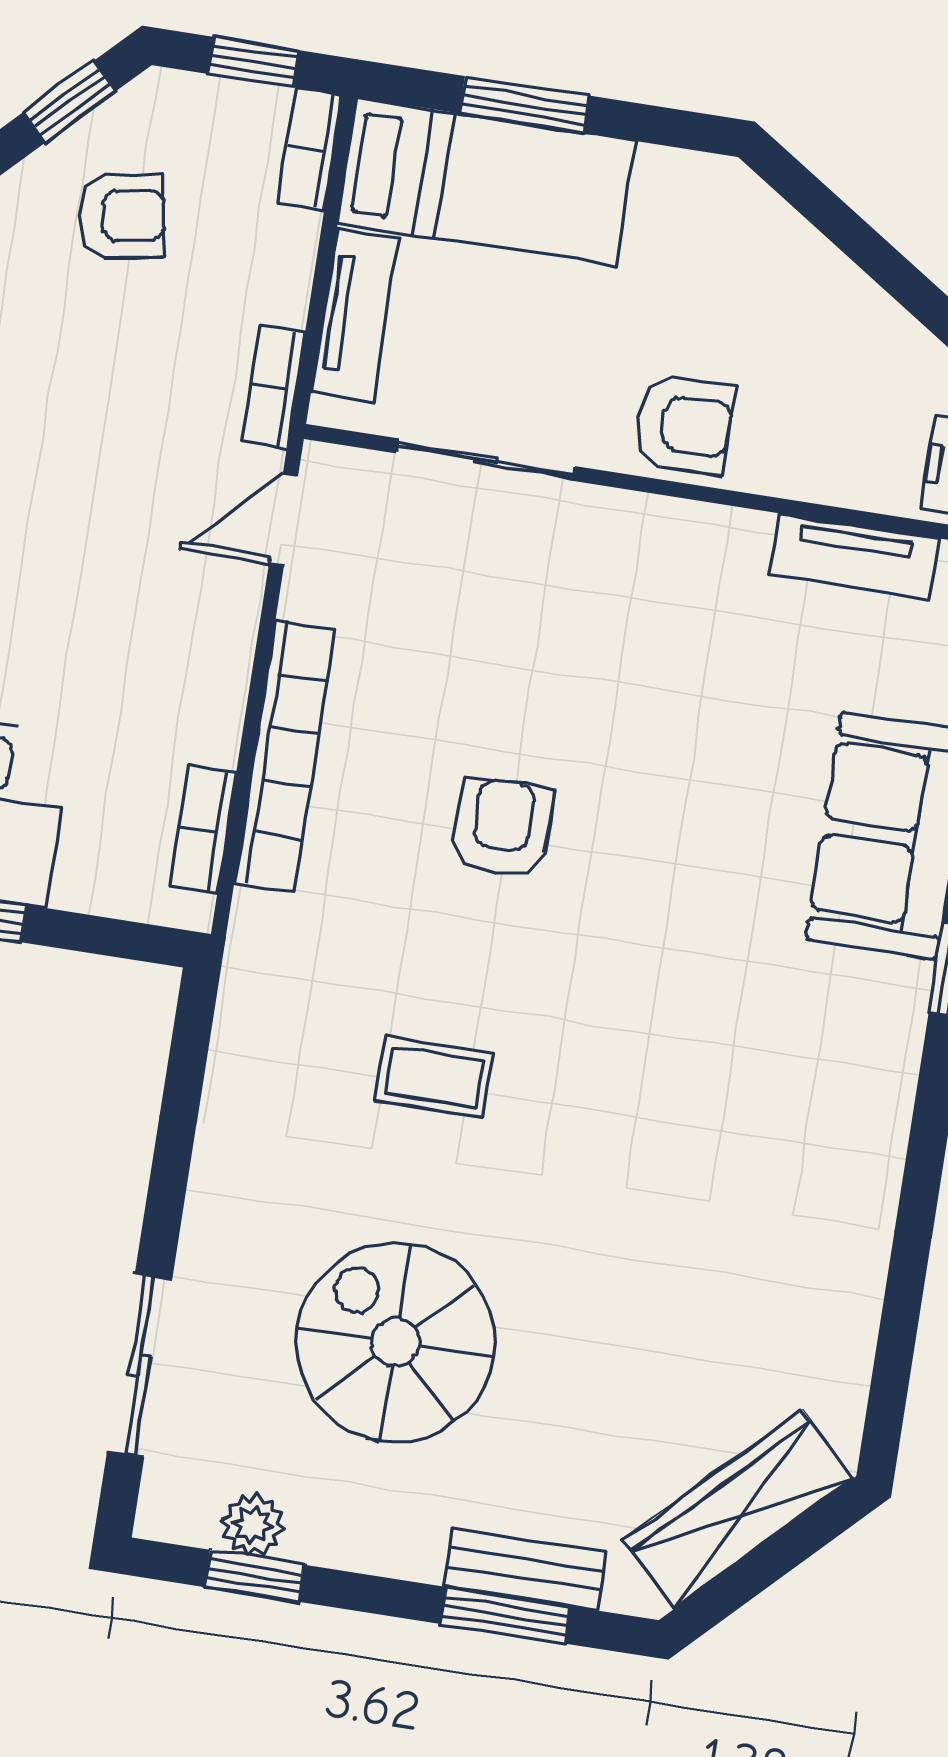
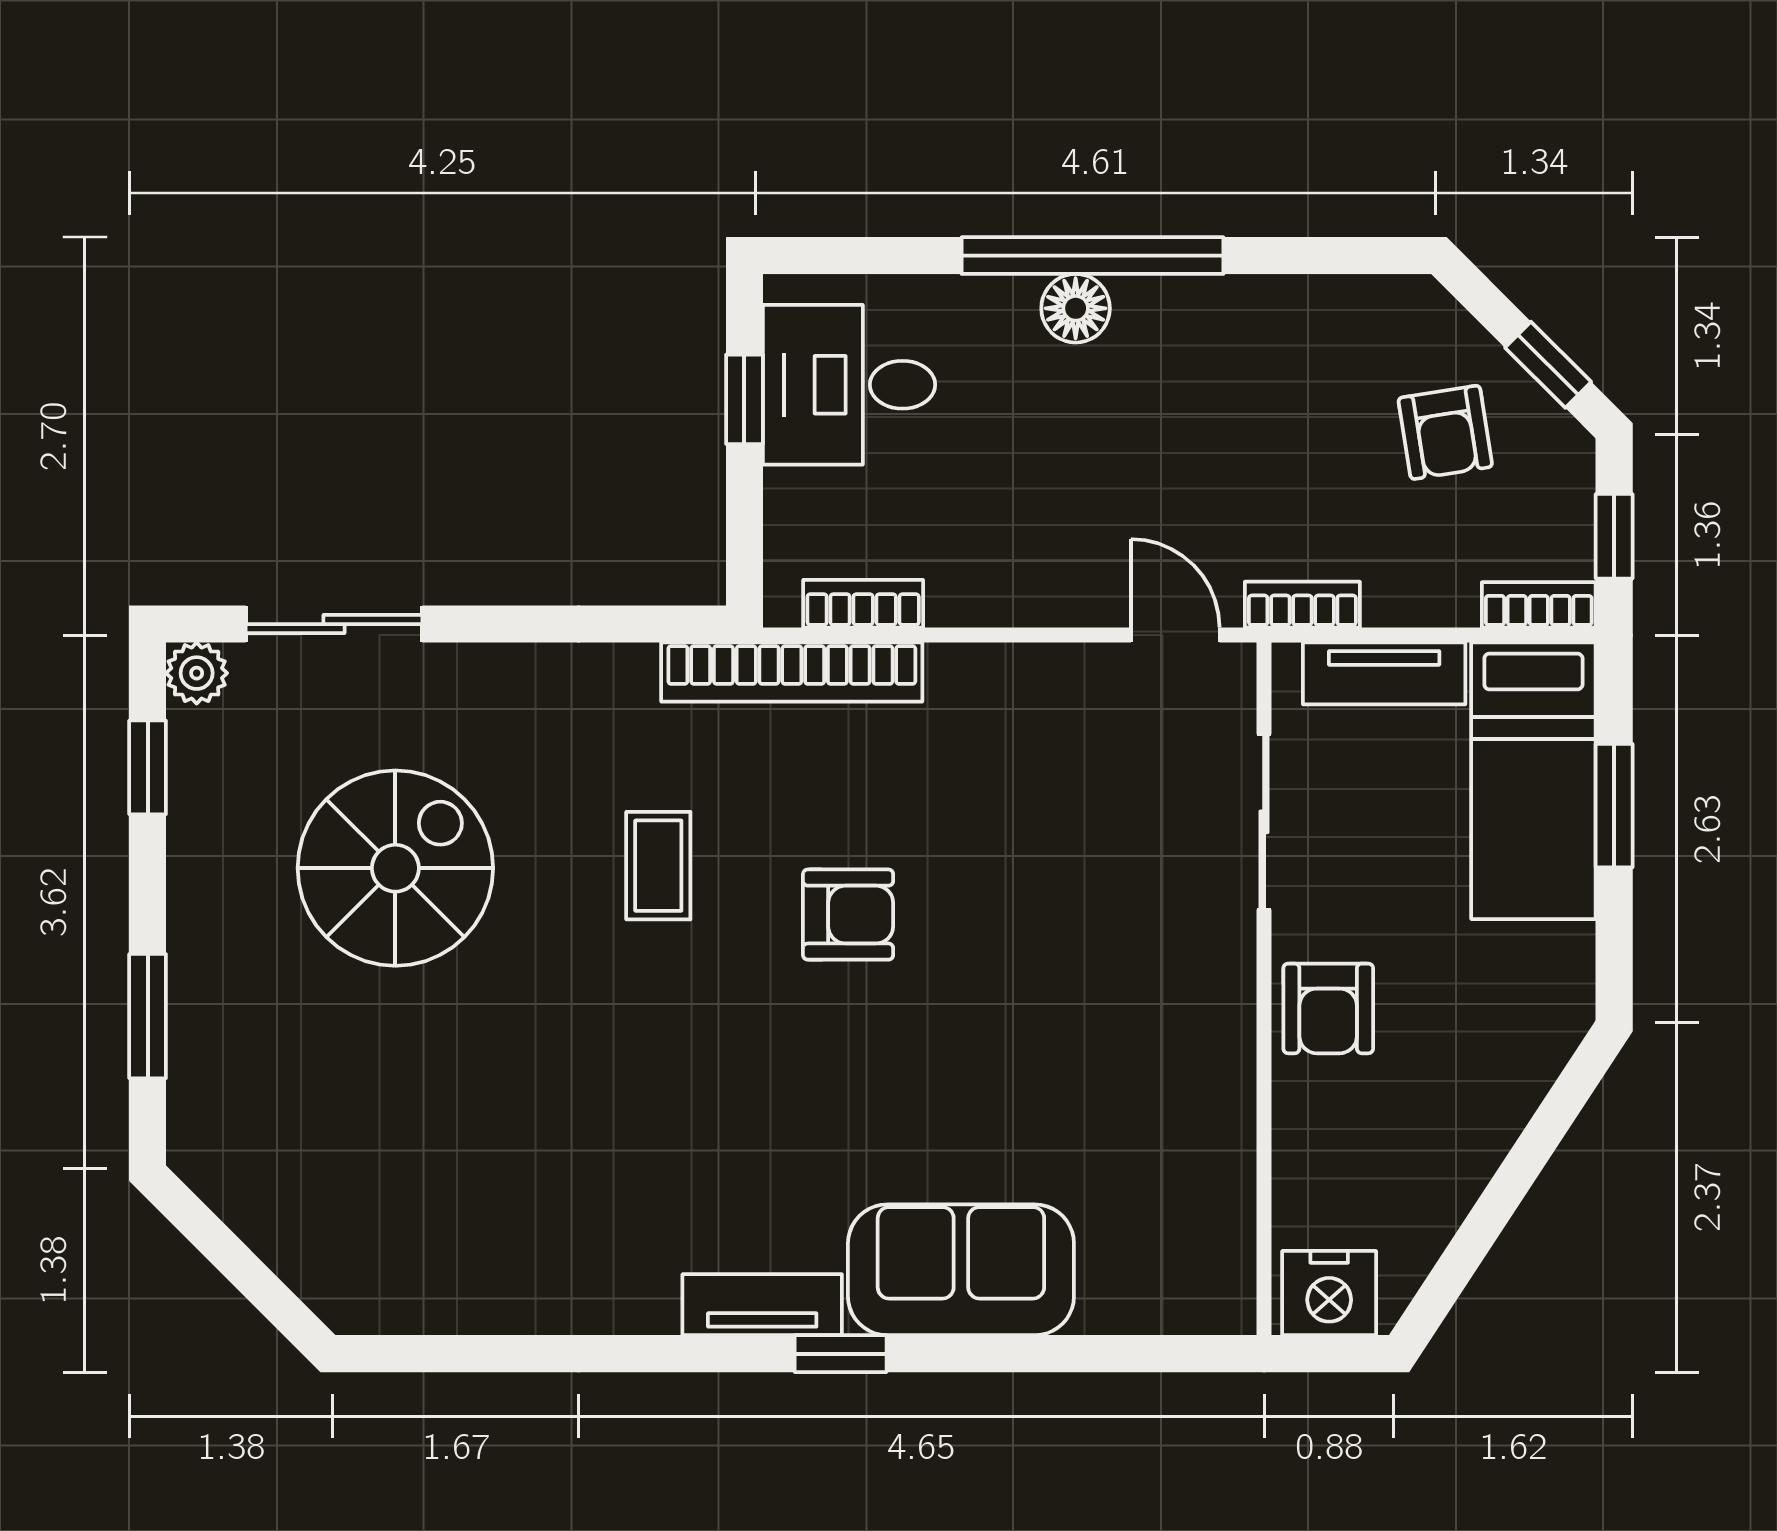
tv unit: (854, 556) -> (762, 1305), moved, turned 90
bookcase: (285, 756) -> (792, 672), moved
armchair: (502, 828) -> (848, 915), moved
wardrobe: (738, 1509) -> (285, 1226), removed
plant: (253, 1525) -> (197, 673), moved
bench: (525, 1569) -> (195, 1028), removed

